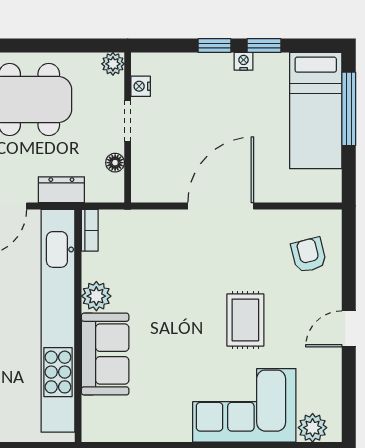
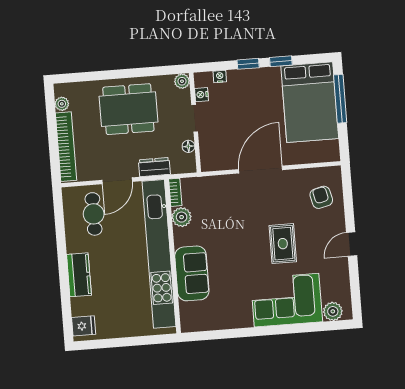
nightstand: (244, 61) -> (220, 77), moved
bed: (316, 111) -> (310, 102), width x1.50
plant: (96, 296) -> (182, 217), moved

